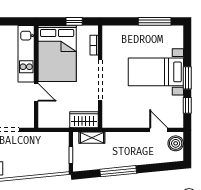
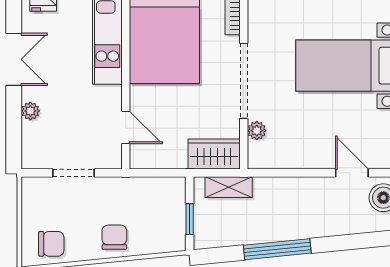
door: (36, 92) -> (126, 127), moved
plant: (107, 107) -> (257, 131), added
chair: (30, 165) -> (114, 237), added

